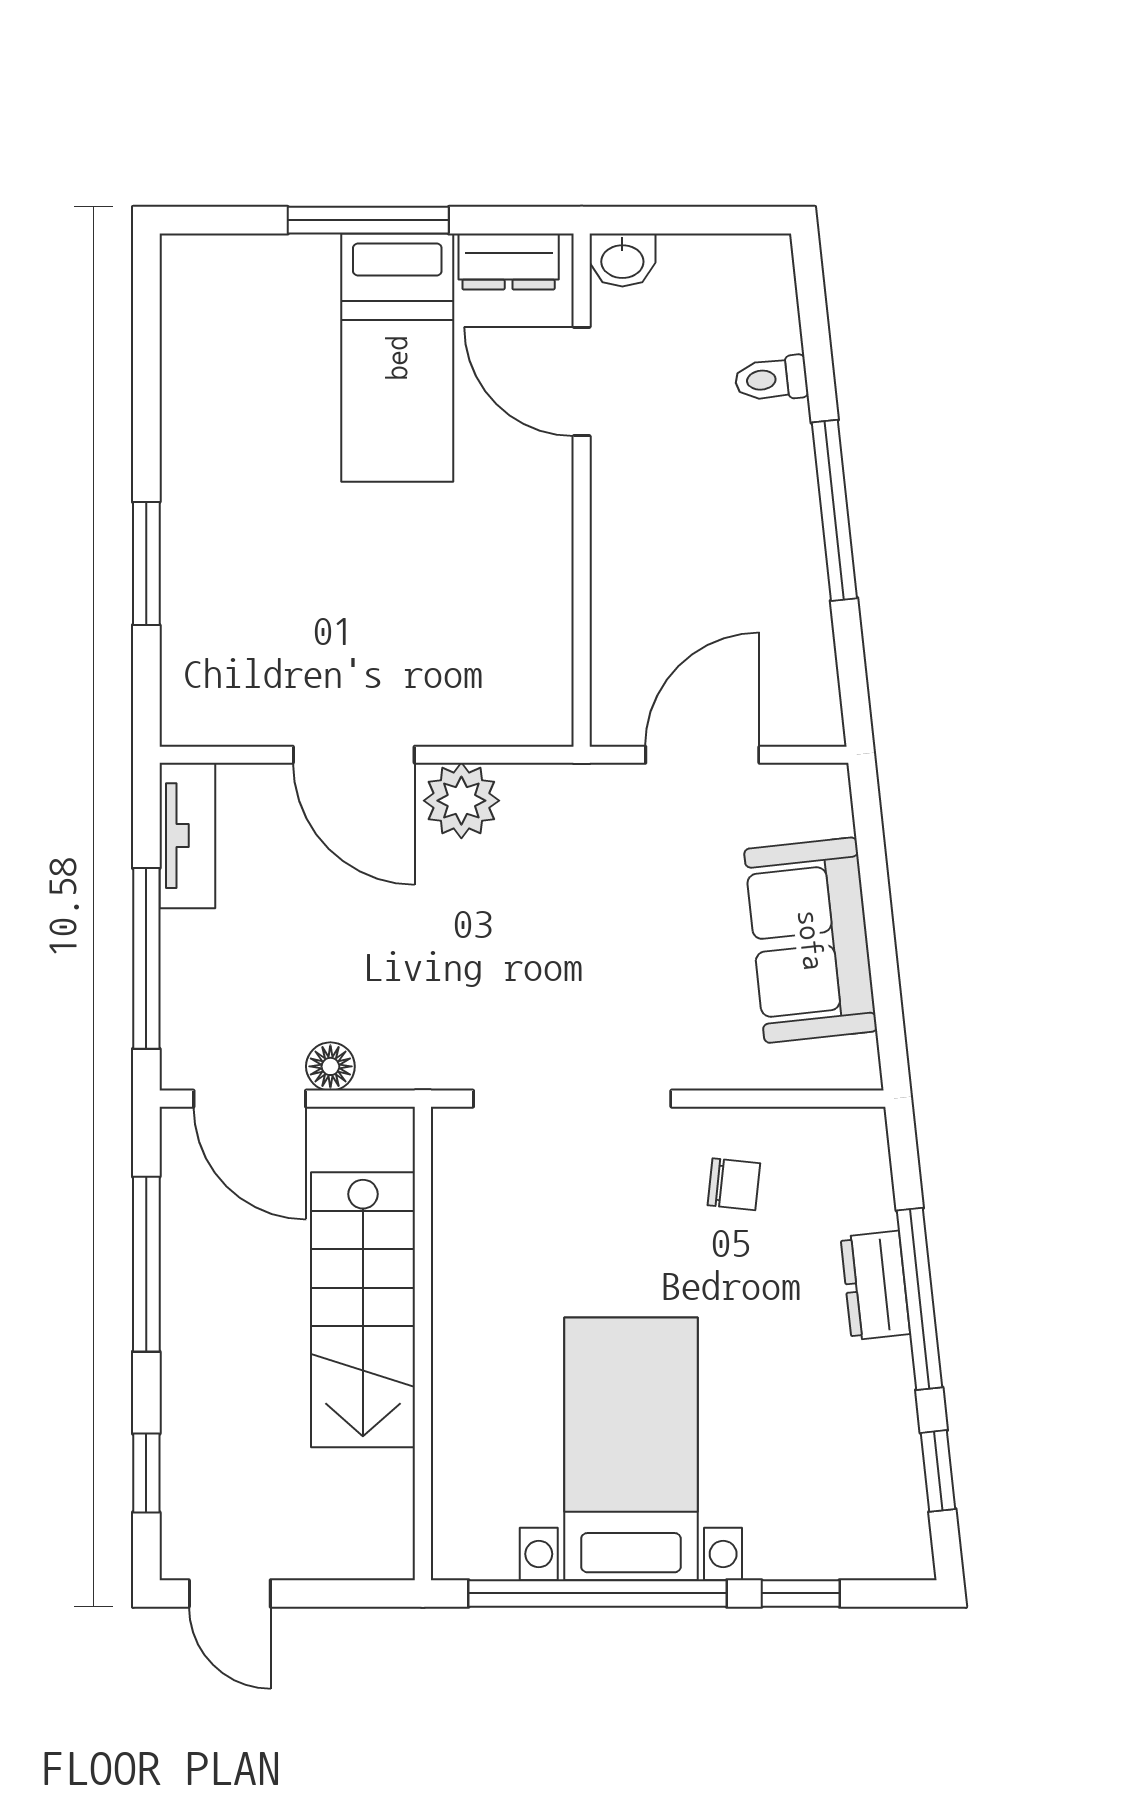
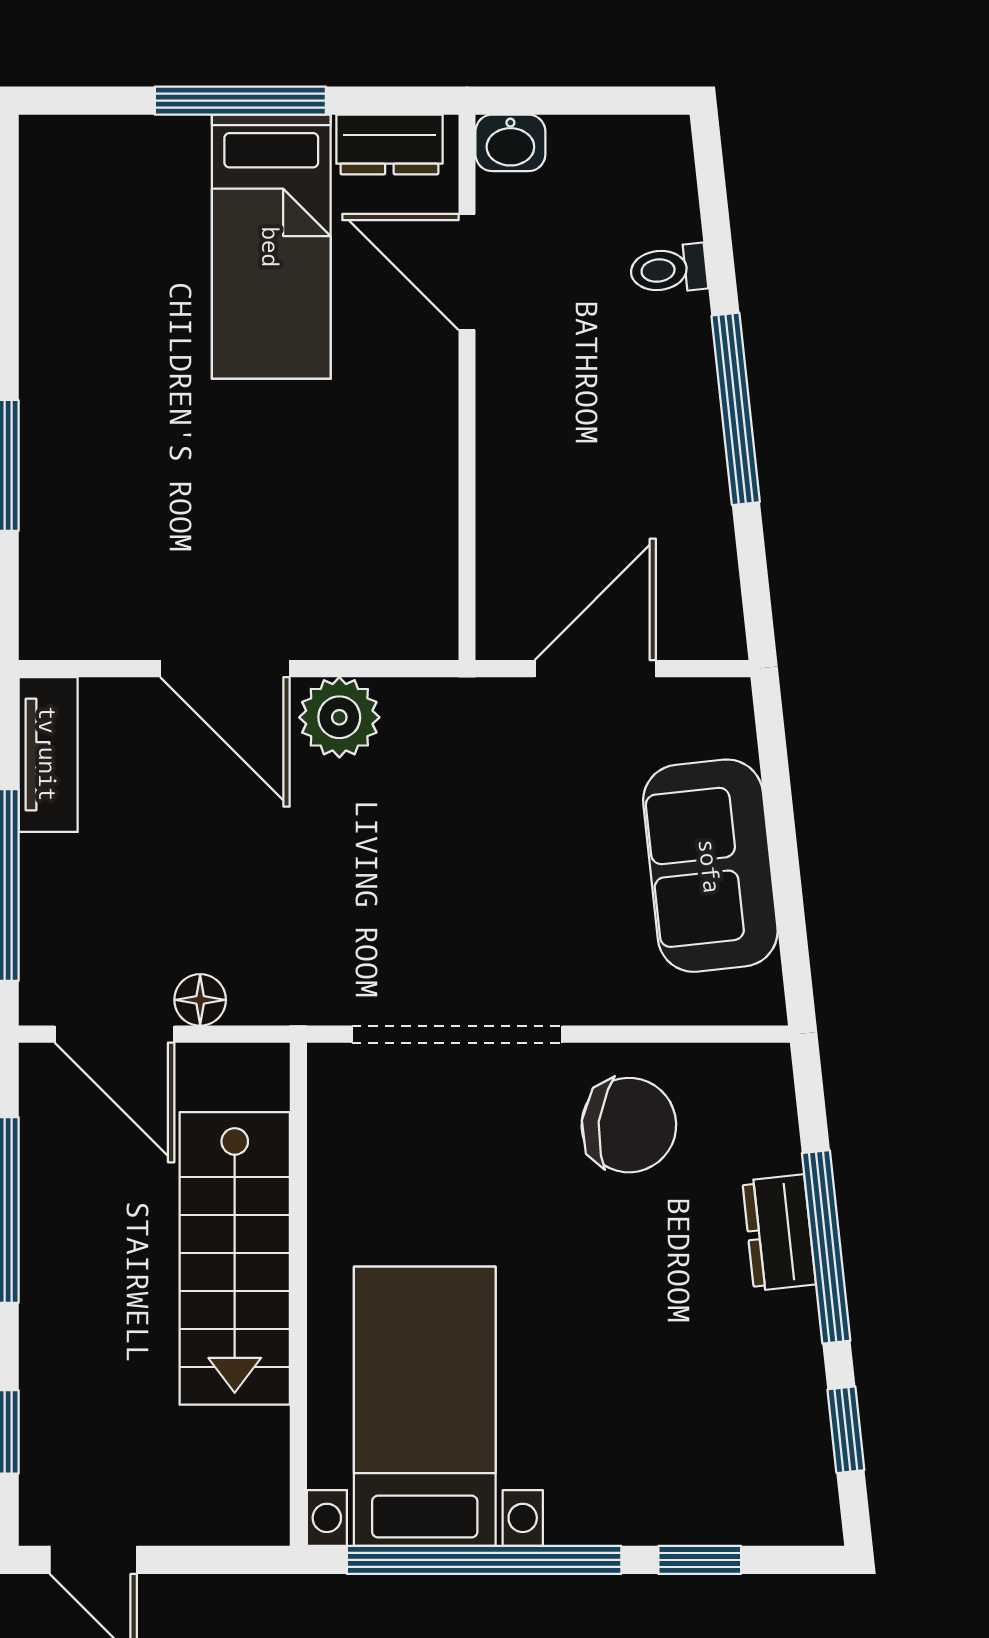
chair: (734, 1184) -> (629, 1125), width x1.87, depth x1.87
bed with nightstands: (631, 1449) -> (425, 1406), moved

